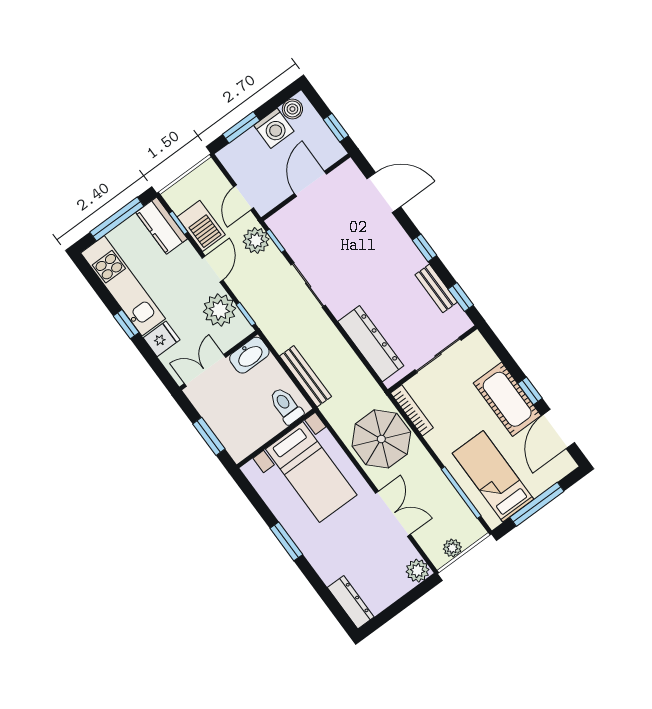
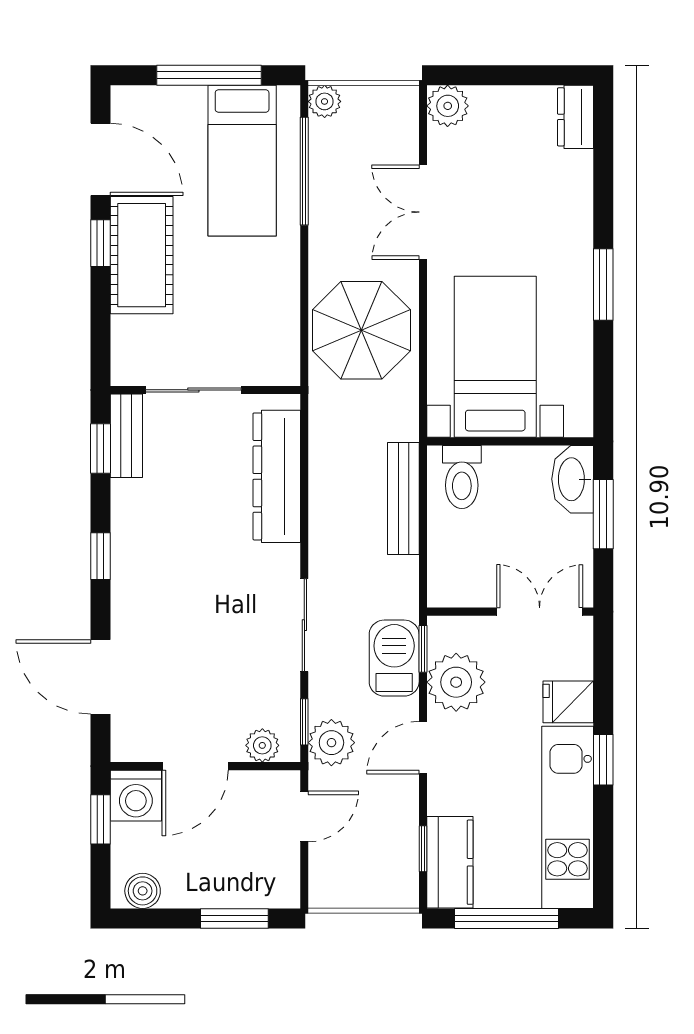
washing machine: (274, 128) -> (136, 796), moved, turned 180
plant: (287, 216) -> (262, 745), added
barbecue: (201, 226) -> (394, 658), moved
bench: (436, 288) -> (126, 436), moved
washbasin: (249, 355) -> (573, 479), moved, turned -90
double door: (205, 370) -> (540, 612), swing flipped
bookcase: (412, 410) -> (288, 339), removed
door: (558, 429) -> (100, 159), hinge flipped
plant: (452, 548) -> (325, 101), moved
dresser: (351, 602) -> (575, 117), width x0.70

